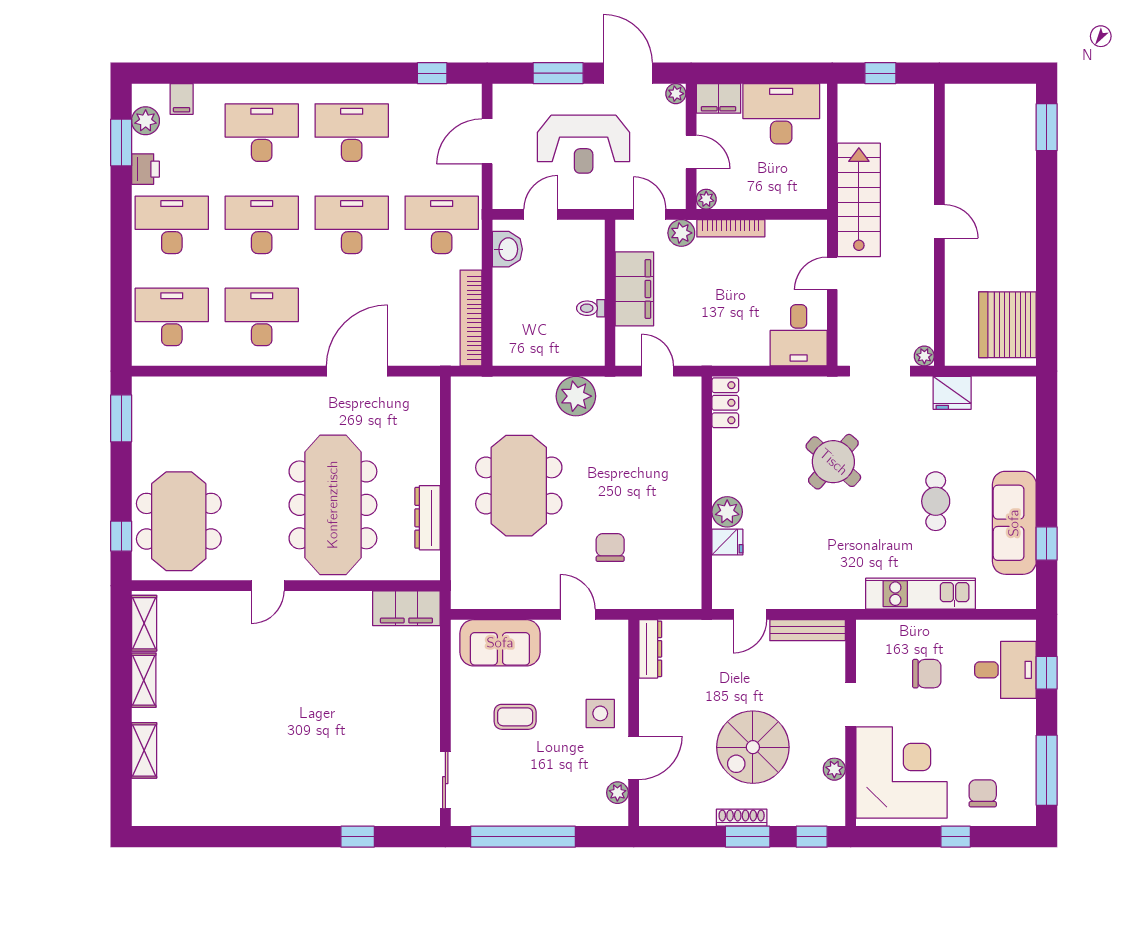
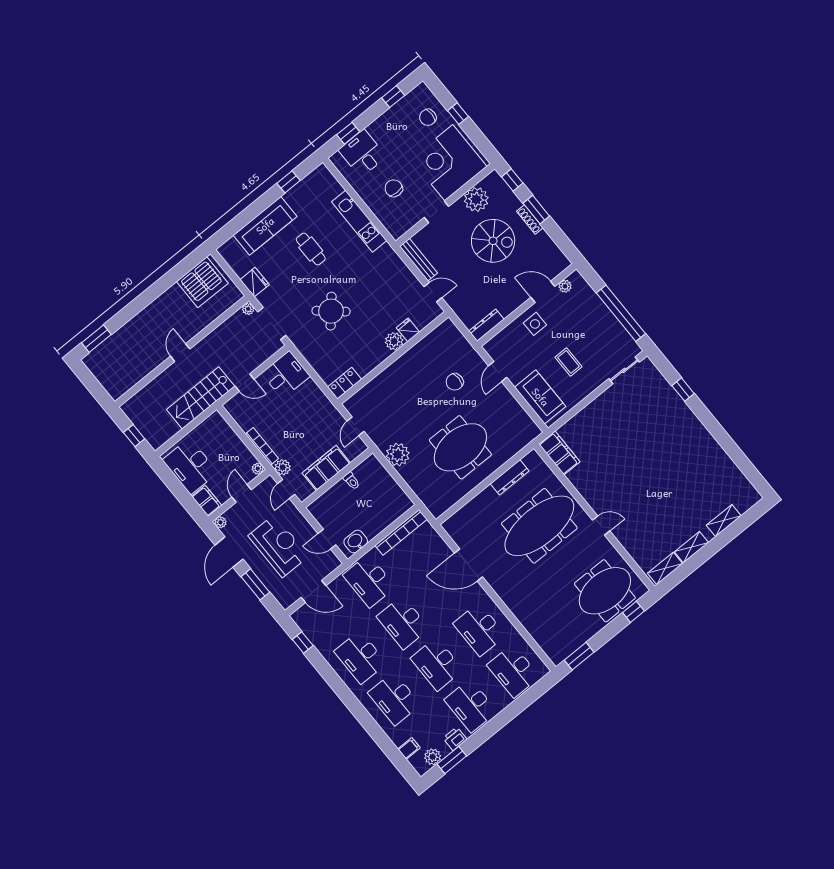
cafe table: (936, 501) -> (311, 249), turned 90
sofa: (1014, 523) -> (265, 226), moved
plant: (834, 769) -> (476, 199), width x1.87, depth x1.87
window: (1047, 770) -> (393, 97), width x0.46

